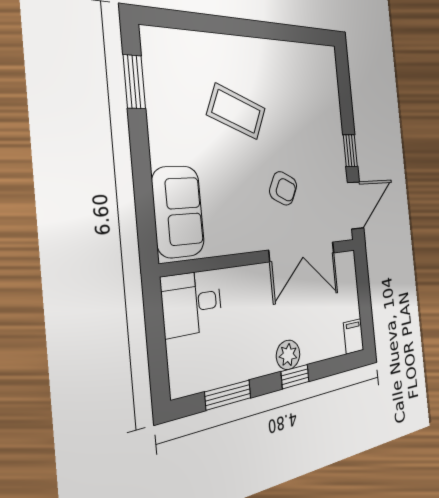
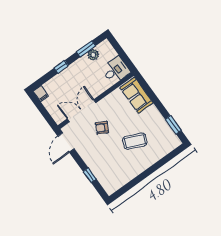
window: (350, 151) -> (90, 175), moved
plant: (288, 355) -> (93, 55), moved

